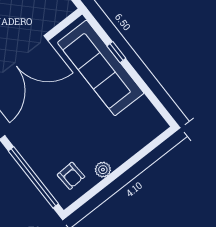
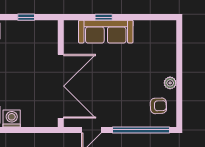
sofa: (101, 68) -> (106, 32), width x0.74, depth x0.79

